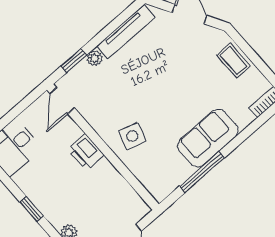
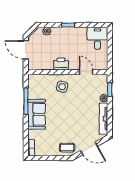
coffee table: (234, 61) -> (67, 148), moved
door: (62, 101) -> (86, 72), moved
printer: (86, 152) -> (61, 64), moved

